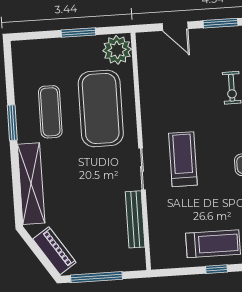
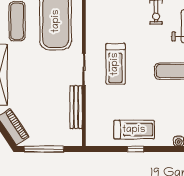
treadmill: (183, 159) -> (115, 64), turned 180

